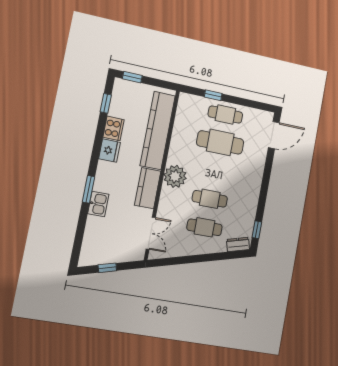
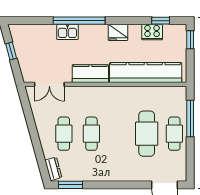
window: (213, 95) -> (190, 118), width x2.17
cooker: (114, 128) -> (152, 32), moved
plant: (175, 176) -> (106, 97), removed
window: (89, 189) -> (79, 21), width x2.11
window: (257, 230) -> (71, 185), width x1.50

